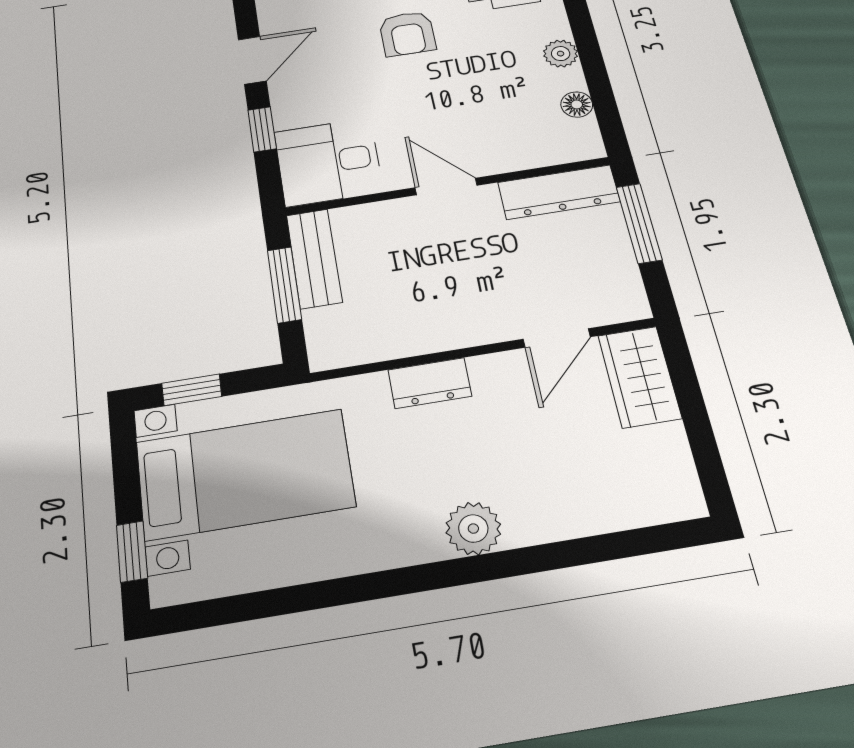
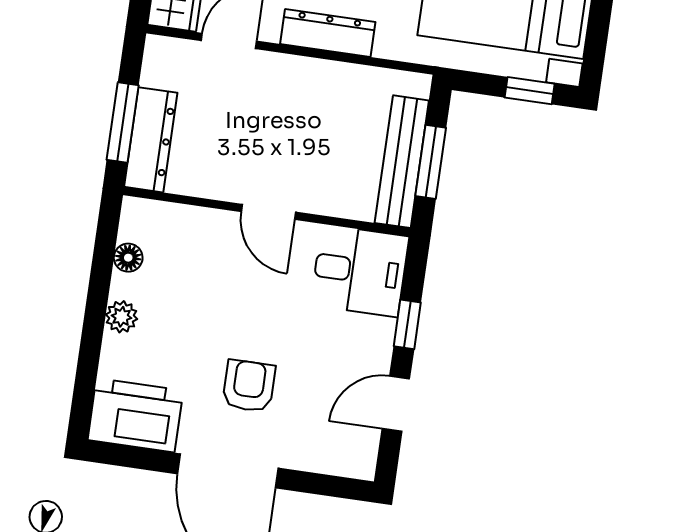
dresser: (559, 192) -> (151, 140), moved, turned 90
bench: (314, 258) -> (402, 162), width x1.36
dresser: (430, 383) -> (328, 33), width x1.44

